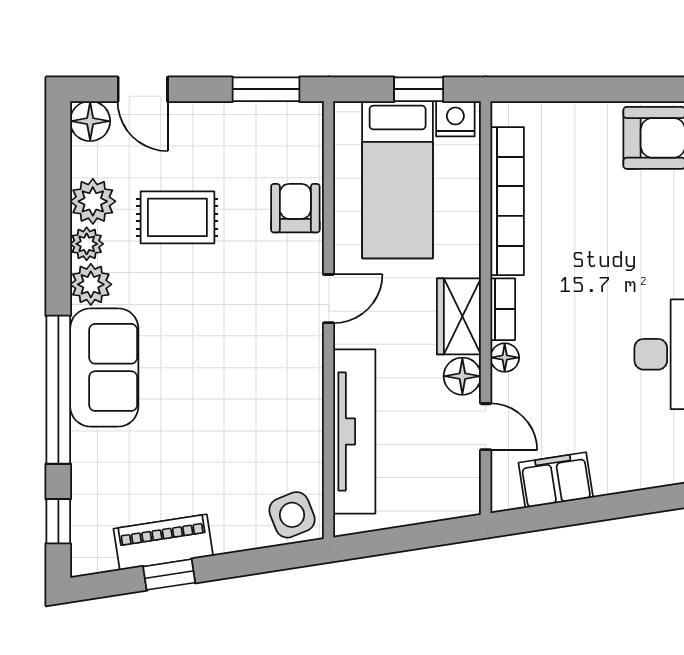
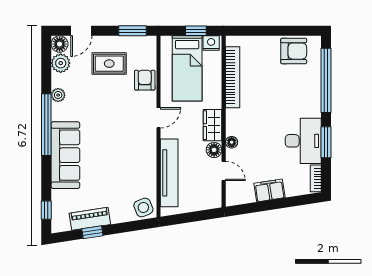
door: (143, 89) -> (81, 31), hinge flipped
plant: (93, 201) -> (61, 63), moved
rug: (177, 217) -> (109, 64), moved
plant: (91, 284) -> (60, 112), removed
bookcase: (503, 309) -> (231, 122), removed
sofa: (104, 367) -> (65, 155), width x1.36
window: (58, 390) -> (46, 125), moved
filing cabinet: (556, 480) -> (269, 190), moved

